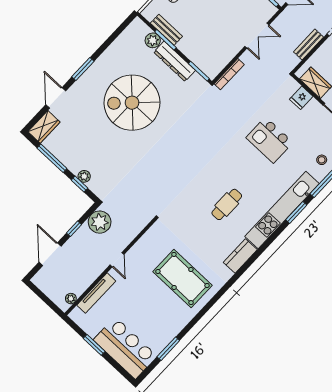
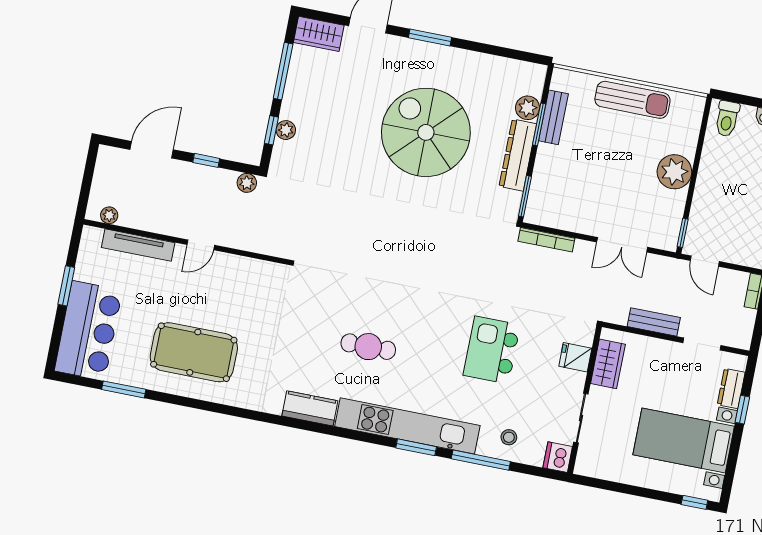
plant: (100, 222) -> (247, 183), width x0.53, depth x0.53
pool table: (182, 278) -> (194, 352), moved, turned 90

